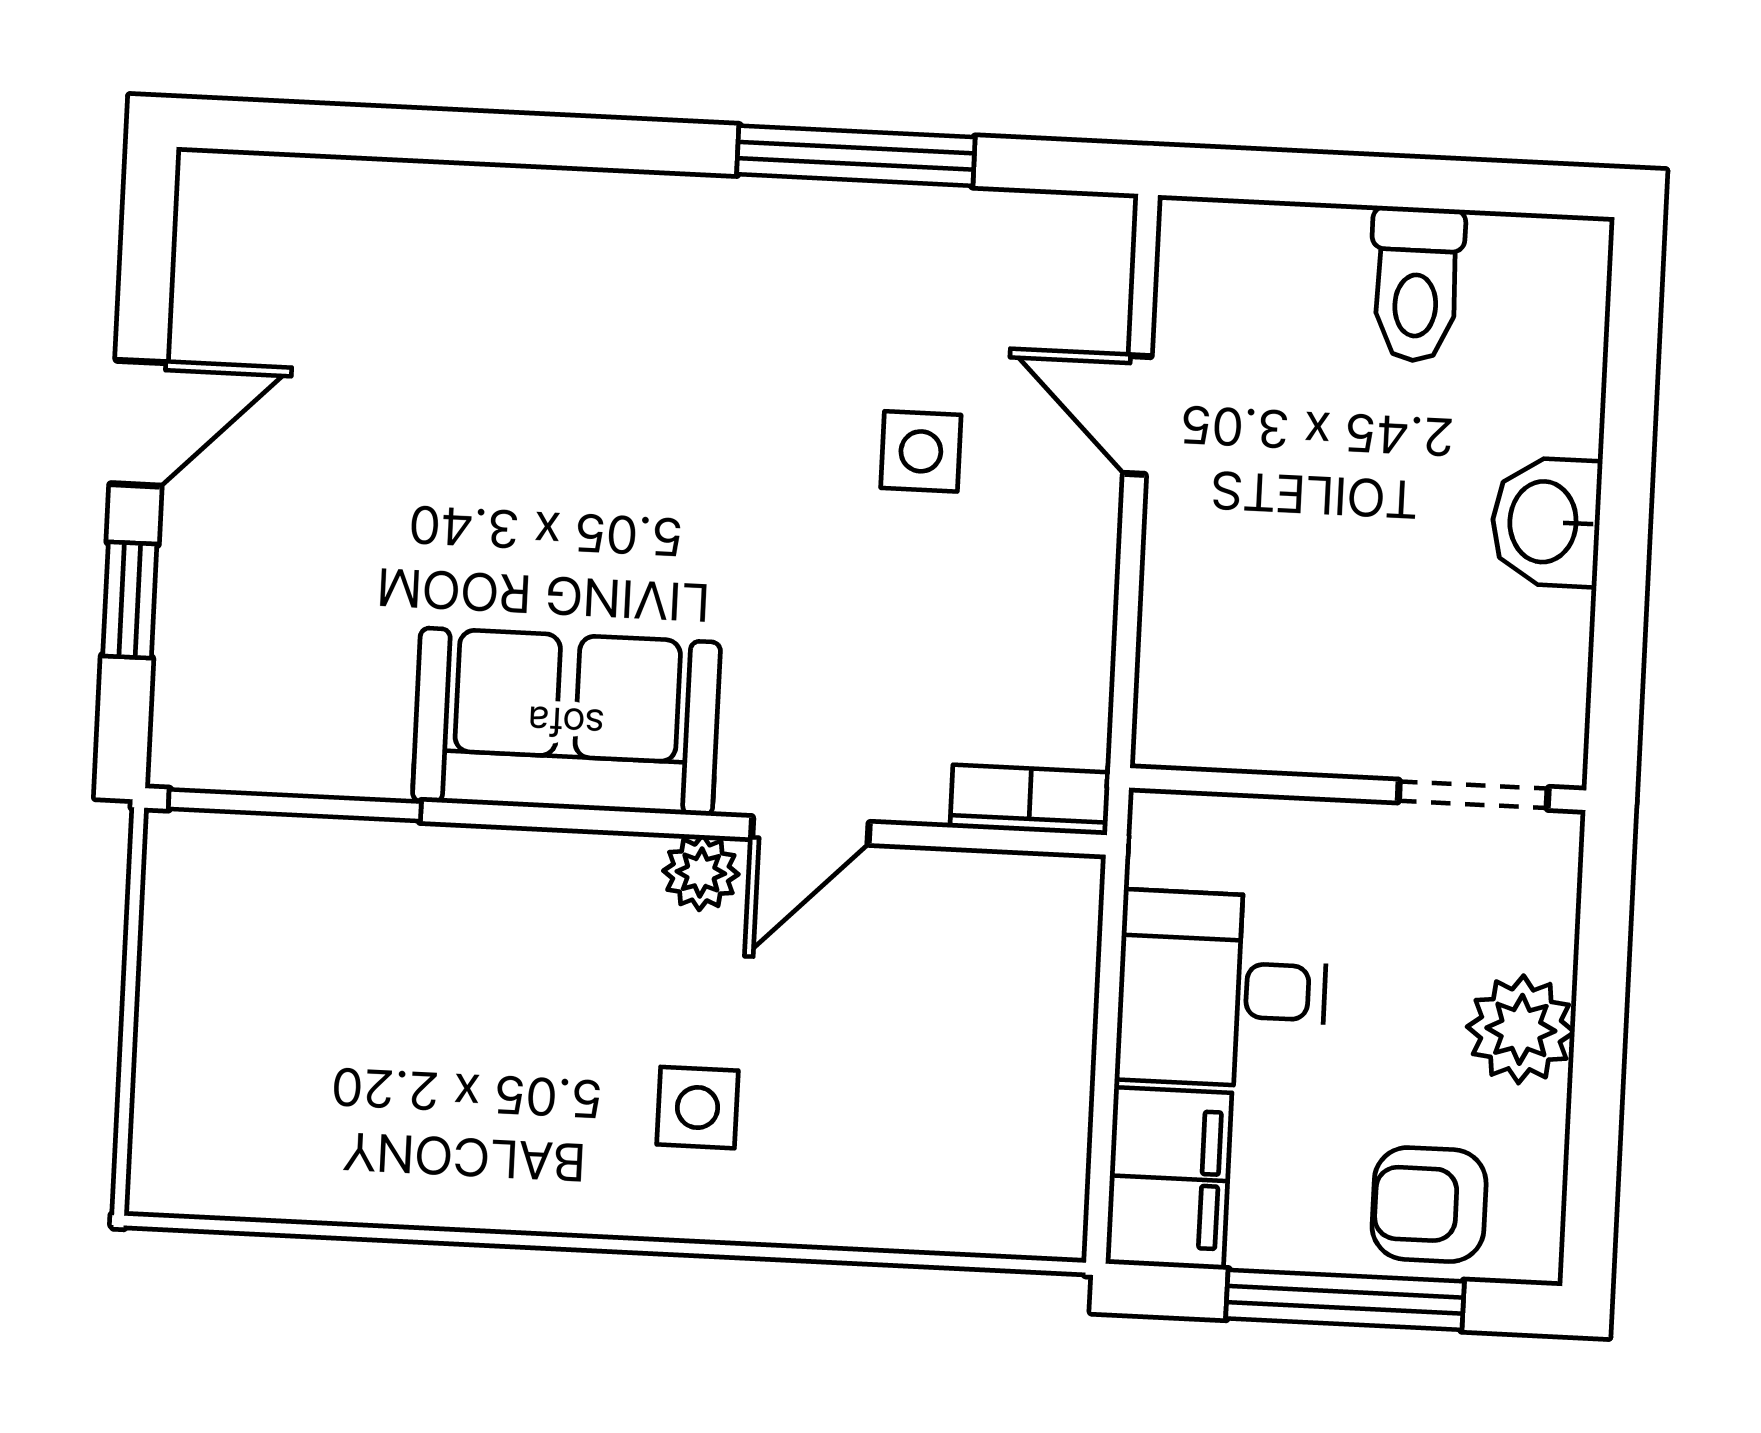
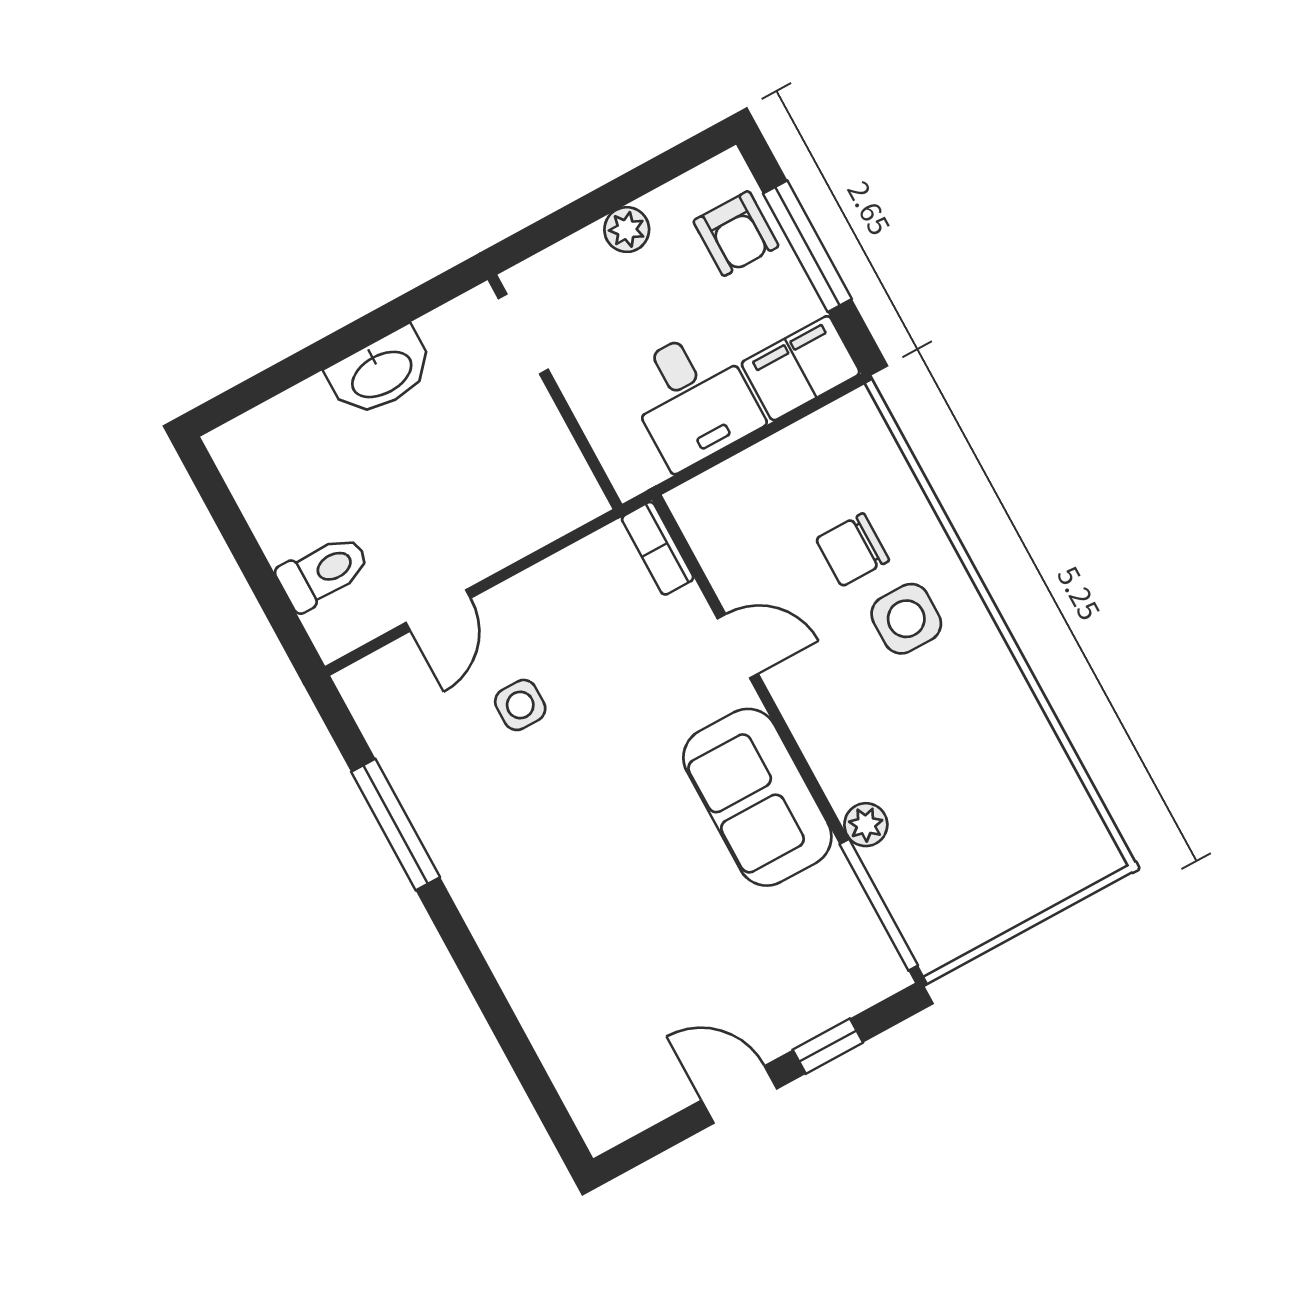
toilet: (1416, 284) -> (323, 572), moved
washbasin: (1546, 522) -> (381, 373), width x1.38
plant: (701, 872) -> (866, 825), moved
plant: (1521, 1029) -> (627, 230), width x0.73, depth x0.73
chair: (850, 1090) -> (853, 550), added
side table: (698, 1108) -> (906, 619), width x1.37, depth x1.37

